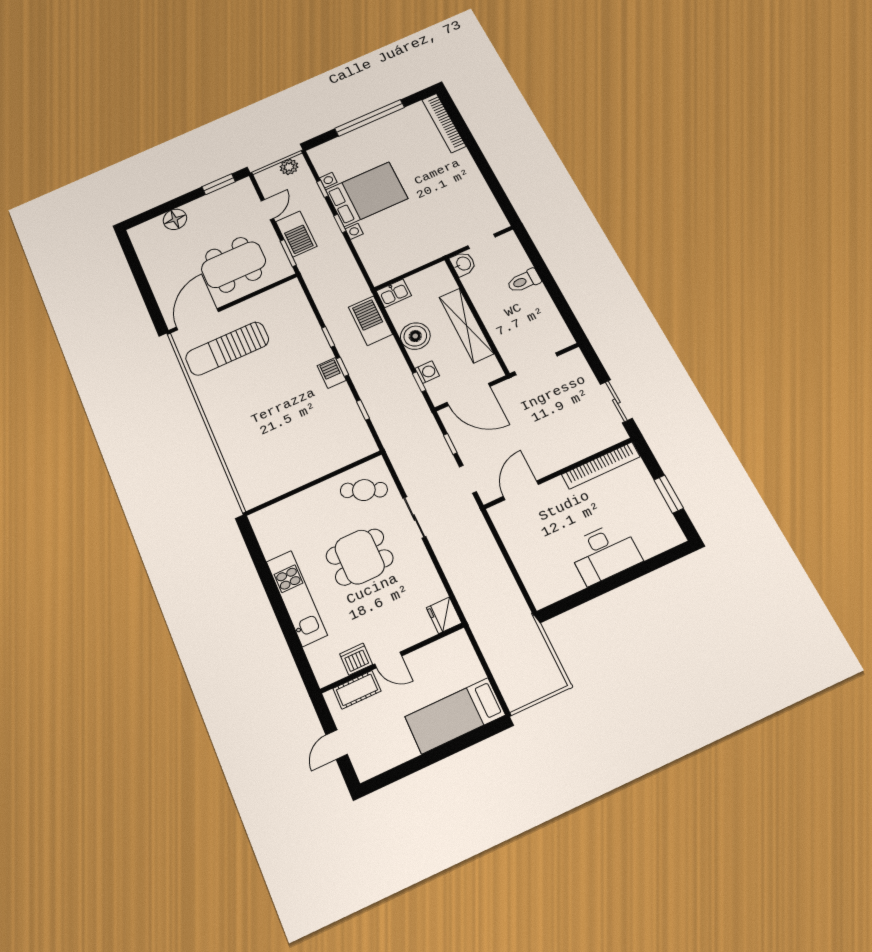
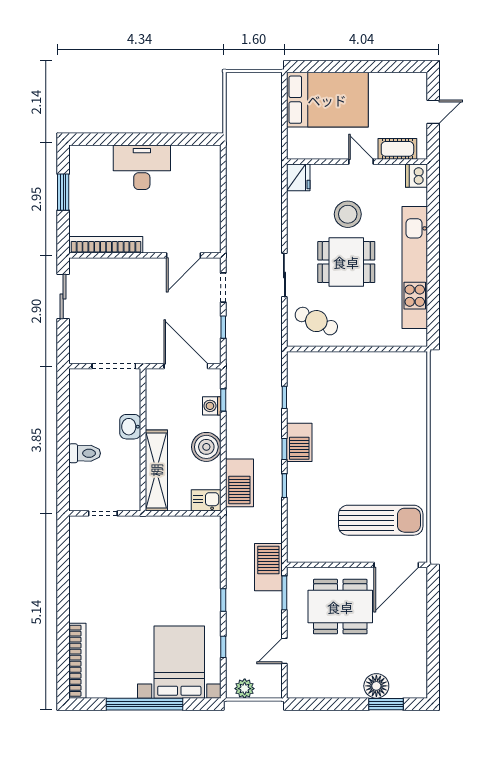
window: (219, 184) -> (386, 704), moved
bed with nightstands: (367, 194) -> (179, 662), moved, turned 90
barbecue: (296, 234) -> (268, 567), moved
washbasin: (463, 264) -> (130, 427), moved
shelving: (466, 325) -> (156, 470), moved
barbecue: (332, 373) -> (299, 442), width x1.38, depth x1.27
kitchen unit: (297, 598) -> (415, 268), width x1.36
stool: (378, 603) -> (348, 214), added
dishwasher: (356, 659) -> (416, 176), moved, turned 90
bed: (455, 716) -> (327, 100), width x1.50

